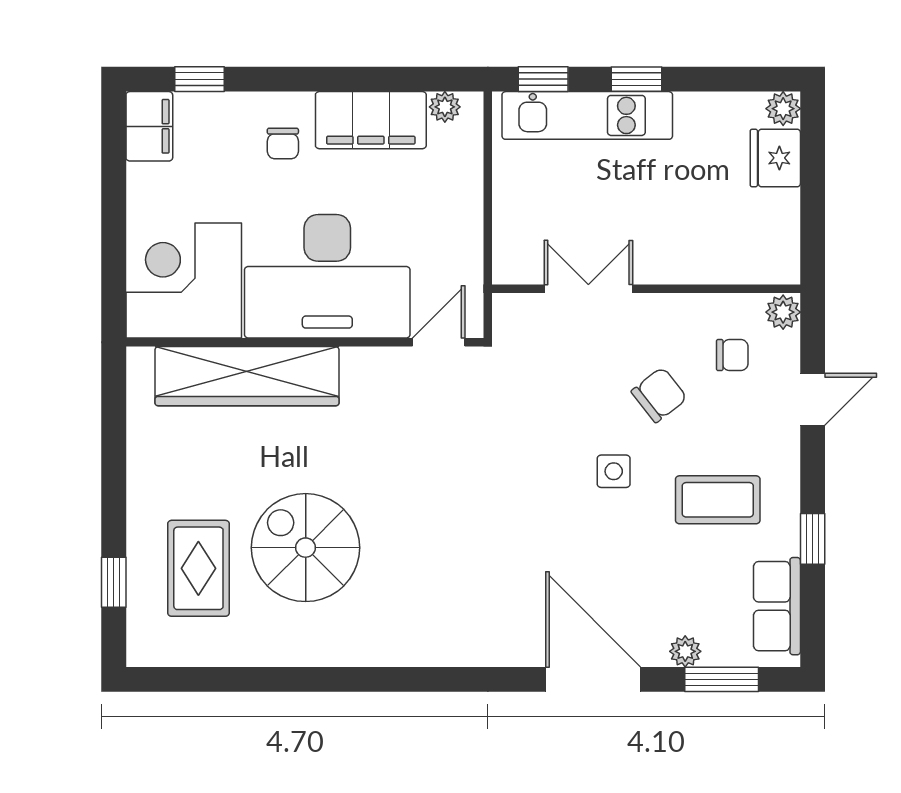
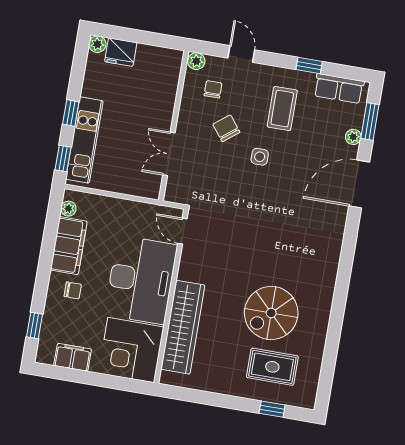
filing cabinet: (149, 126) -> (73, 357), moved

